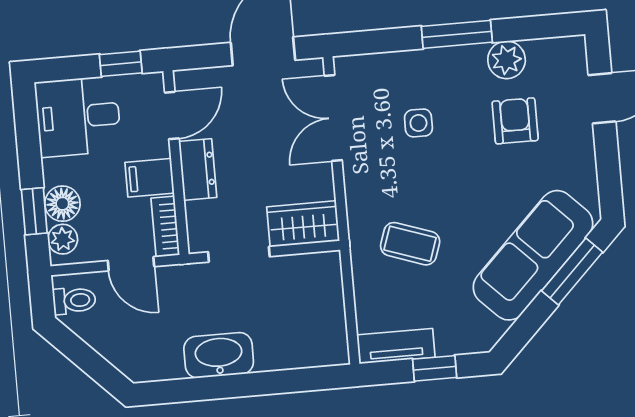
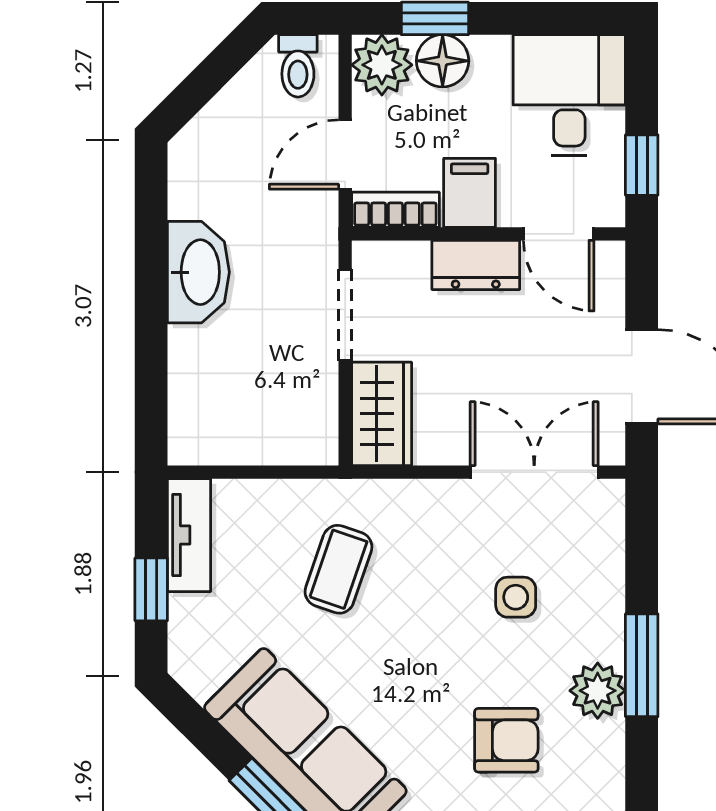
plant: (507, 60) -> (598, 691), moved
plant: (63, 239) -> (382, 65), width x1.38, depth x1.38

